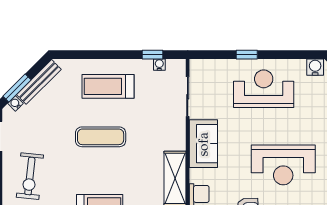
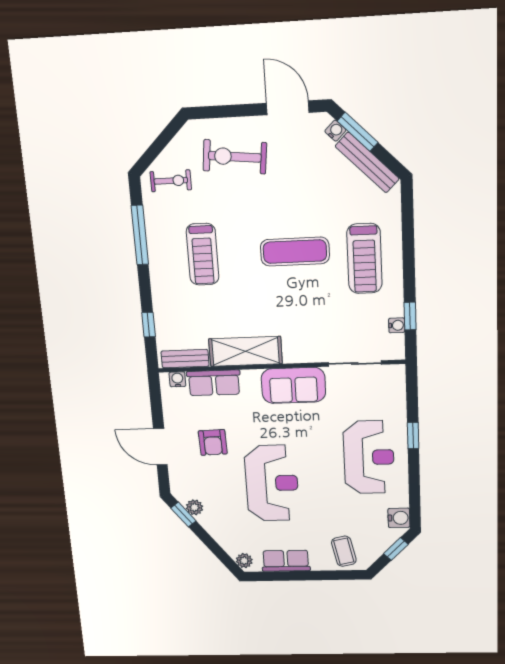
treadmill: (108, 86) -> (364, 259), turned 180
exercise mat: (101, 137) -> (295, 252), turned 90
reception desk: (283, 165) -> (272, 483), turned 180

